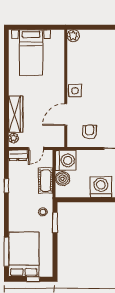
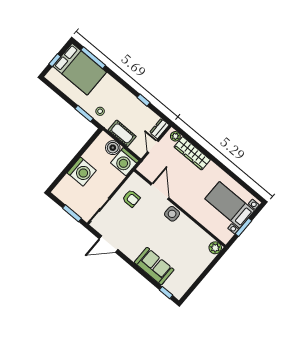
window: (39, 27) -> (243, 227), added

